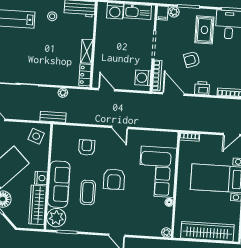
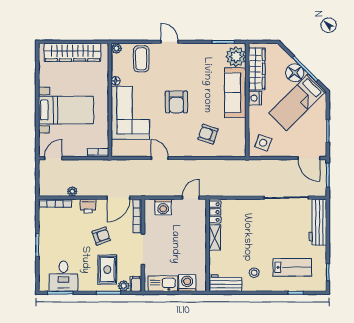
rug: (204, 30) -> (107, 270), moved
washing machine: (143, 78) -> (163, 207), moved, turned 90
door: (106, 90) -> (191, 198), swing flipped
plant: (63, 93) -> (72, 191), moved
door: (173, 94) -> (118, 198), hinge flipped
bench: (53, 117) -> (246, 165), removed
door: (120, 127) -> (160, 158), moved
armchair: (87, 147) -> (208, 134), turned 108
armchair: (114, 179) -> (176, 102), turned 180
coffee table: (88, 192) -> (141, 59), moved

